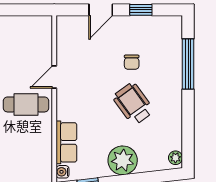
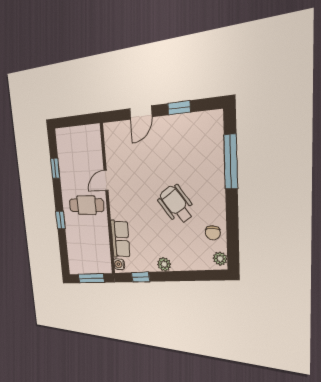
chair: (132, 62) -> (213, 233), moved
plant: (123, 160) -> (164, 264), width x0.53, depth x0.53

